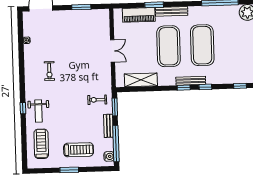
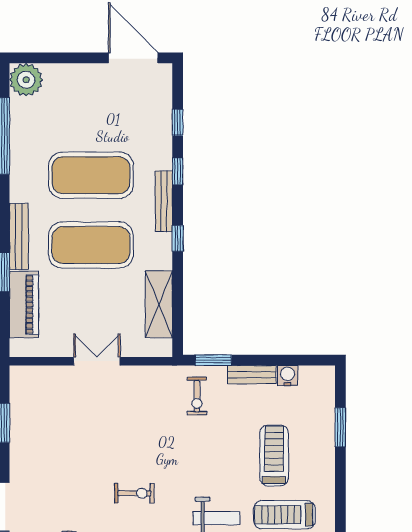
window: (240, 86) -> (178, 122), moved
window: (184, 88) -> (178, 238), moved
window: (116, 144) -> (289, 360), removed
treadmill: (79, 150) -> (274, 456), moved
water cooler: (109, 156) -> (288, 376), moved
window: (69, 170) -> (340, 427), moved

